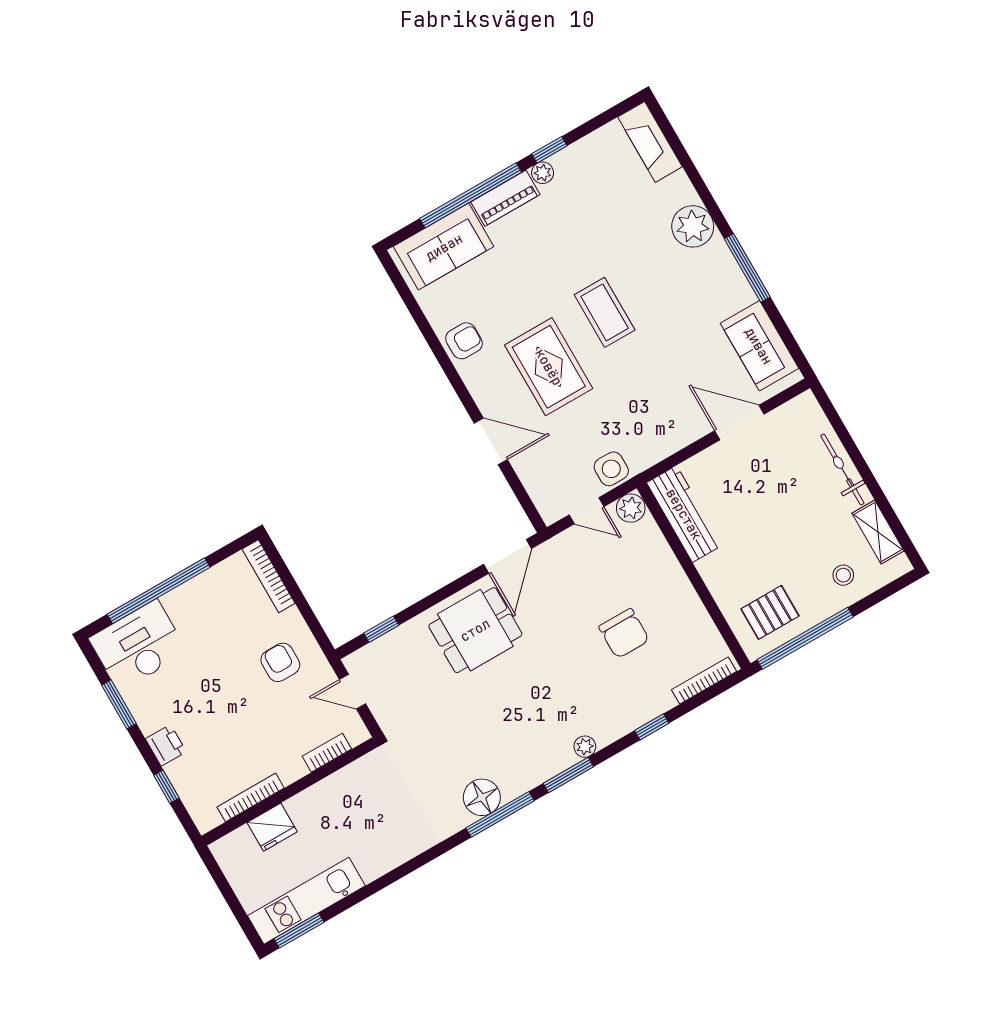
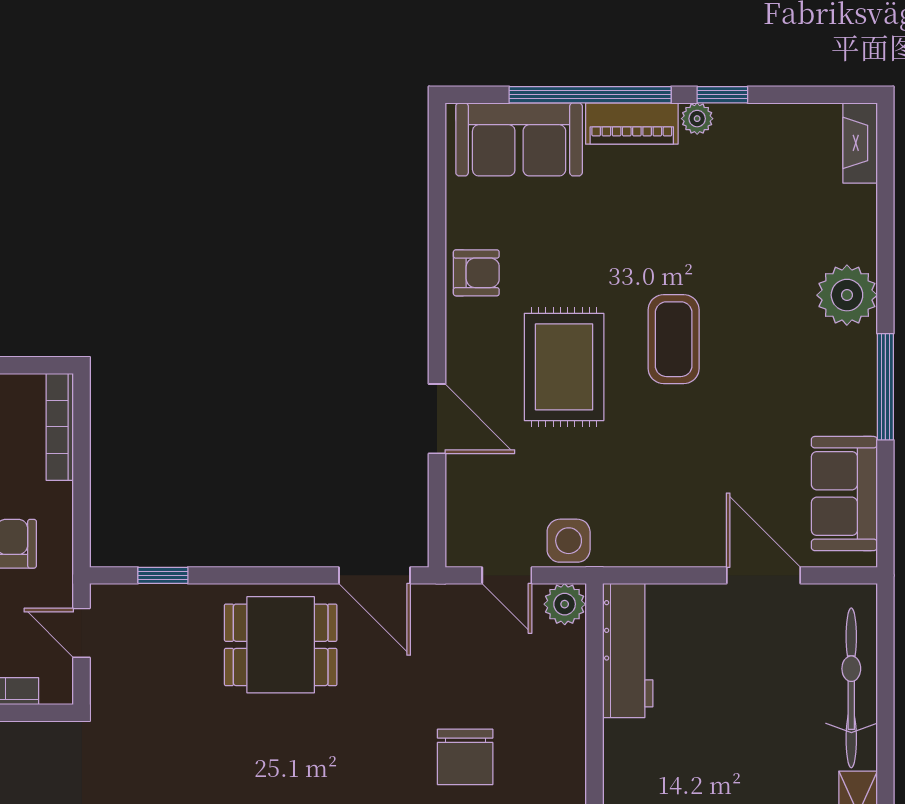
fireplace: (650, 142) -> (860, 143), width x0.73, depth x0.76
bicycle: (842, 469) -> (851, 688), width x1.37, depth x1.40
door: (507, 556) -> (375, 575), hinge flipped

